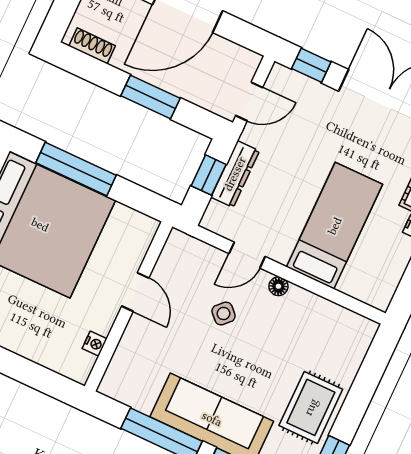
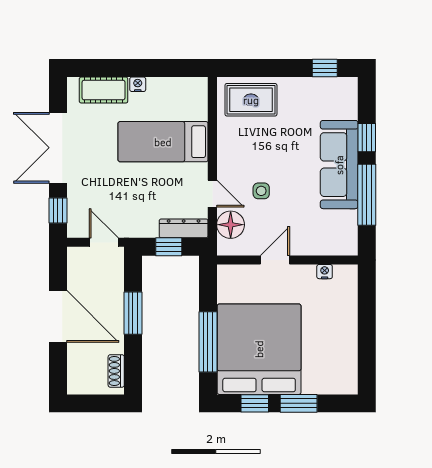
dresser: (235, 174) -> (184, 228), moved
floor lamp: (278, 286) -> (231, 225), moved, width x1.89, depth x1.89
side table: (224, 314) -> (261, 191), turned 45
rug: (311, 407) -> (251, 100), moved

